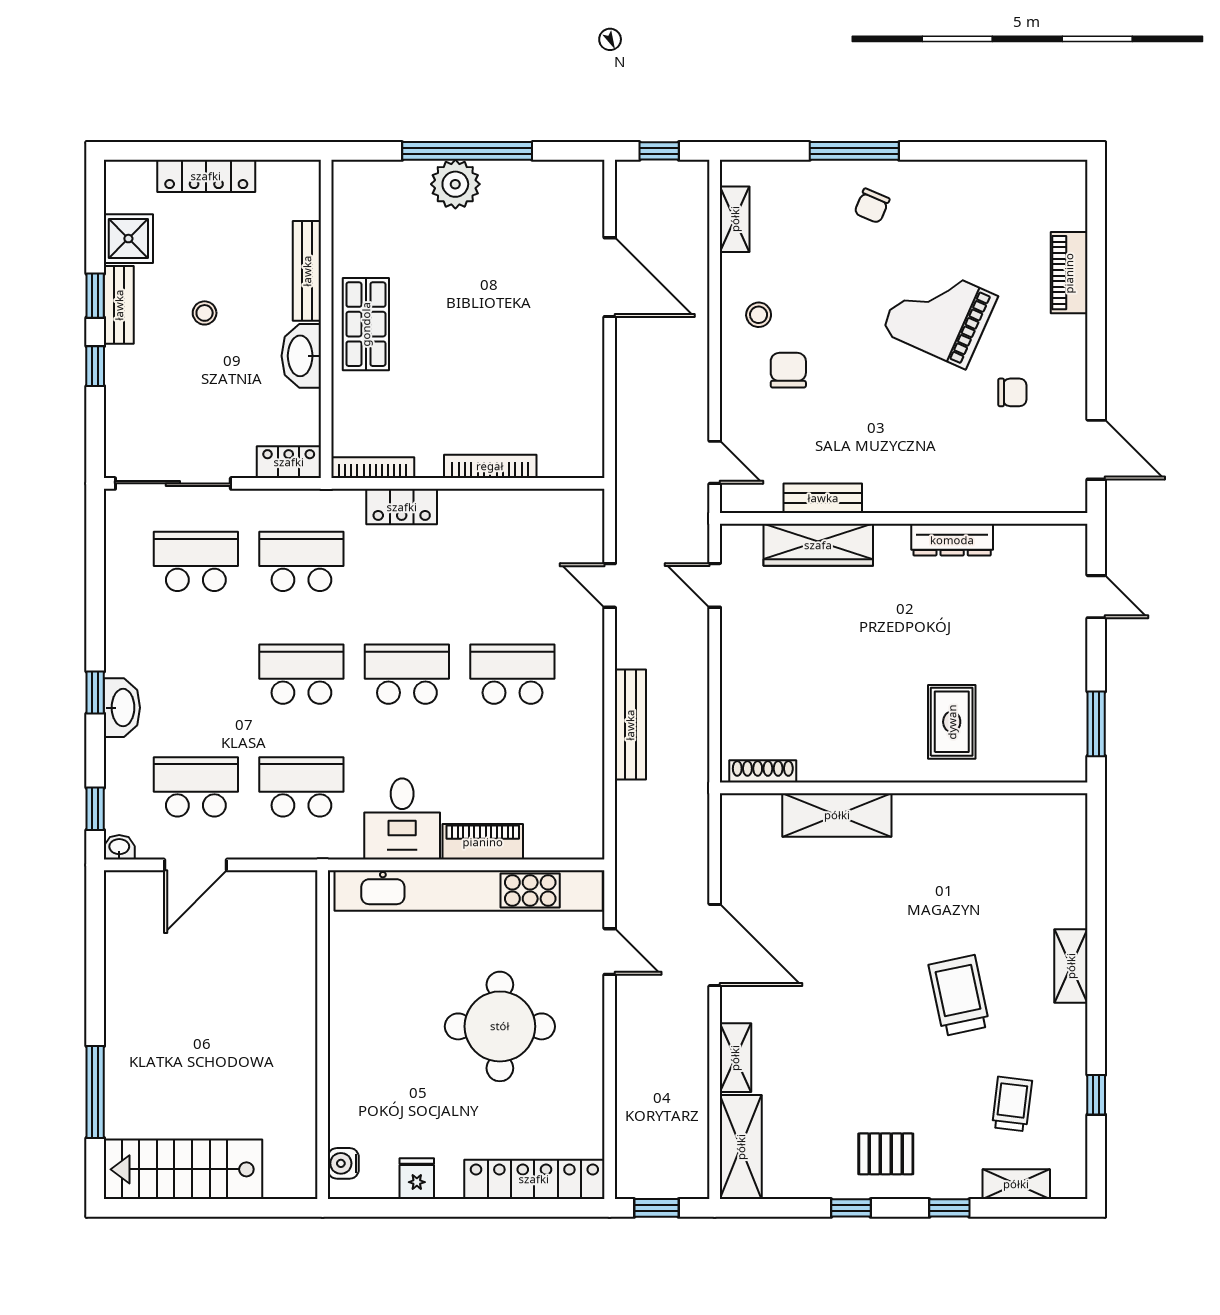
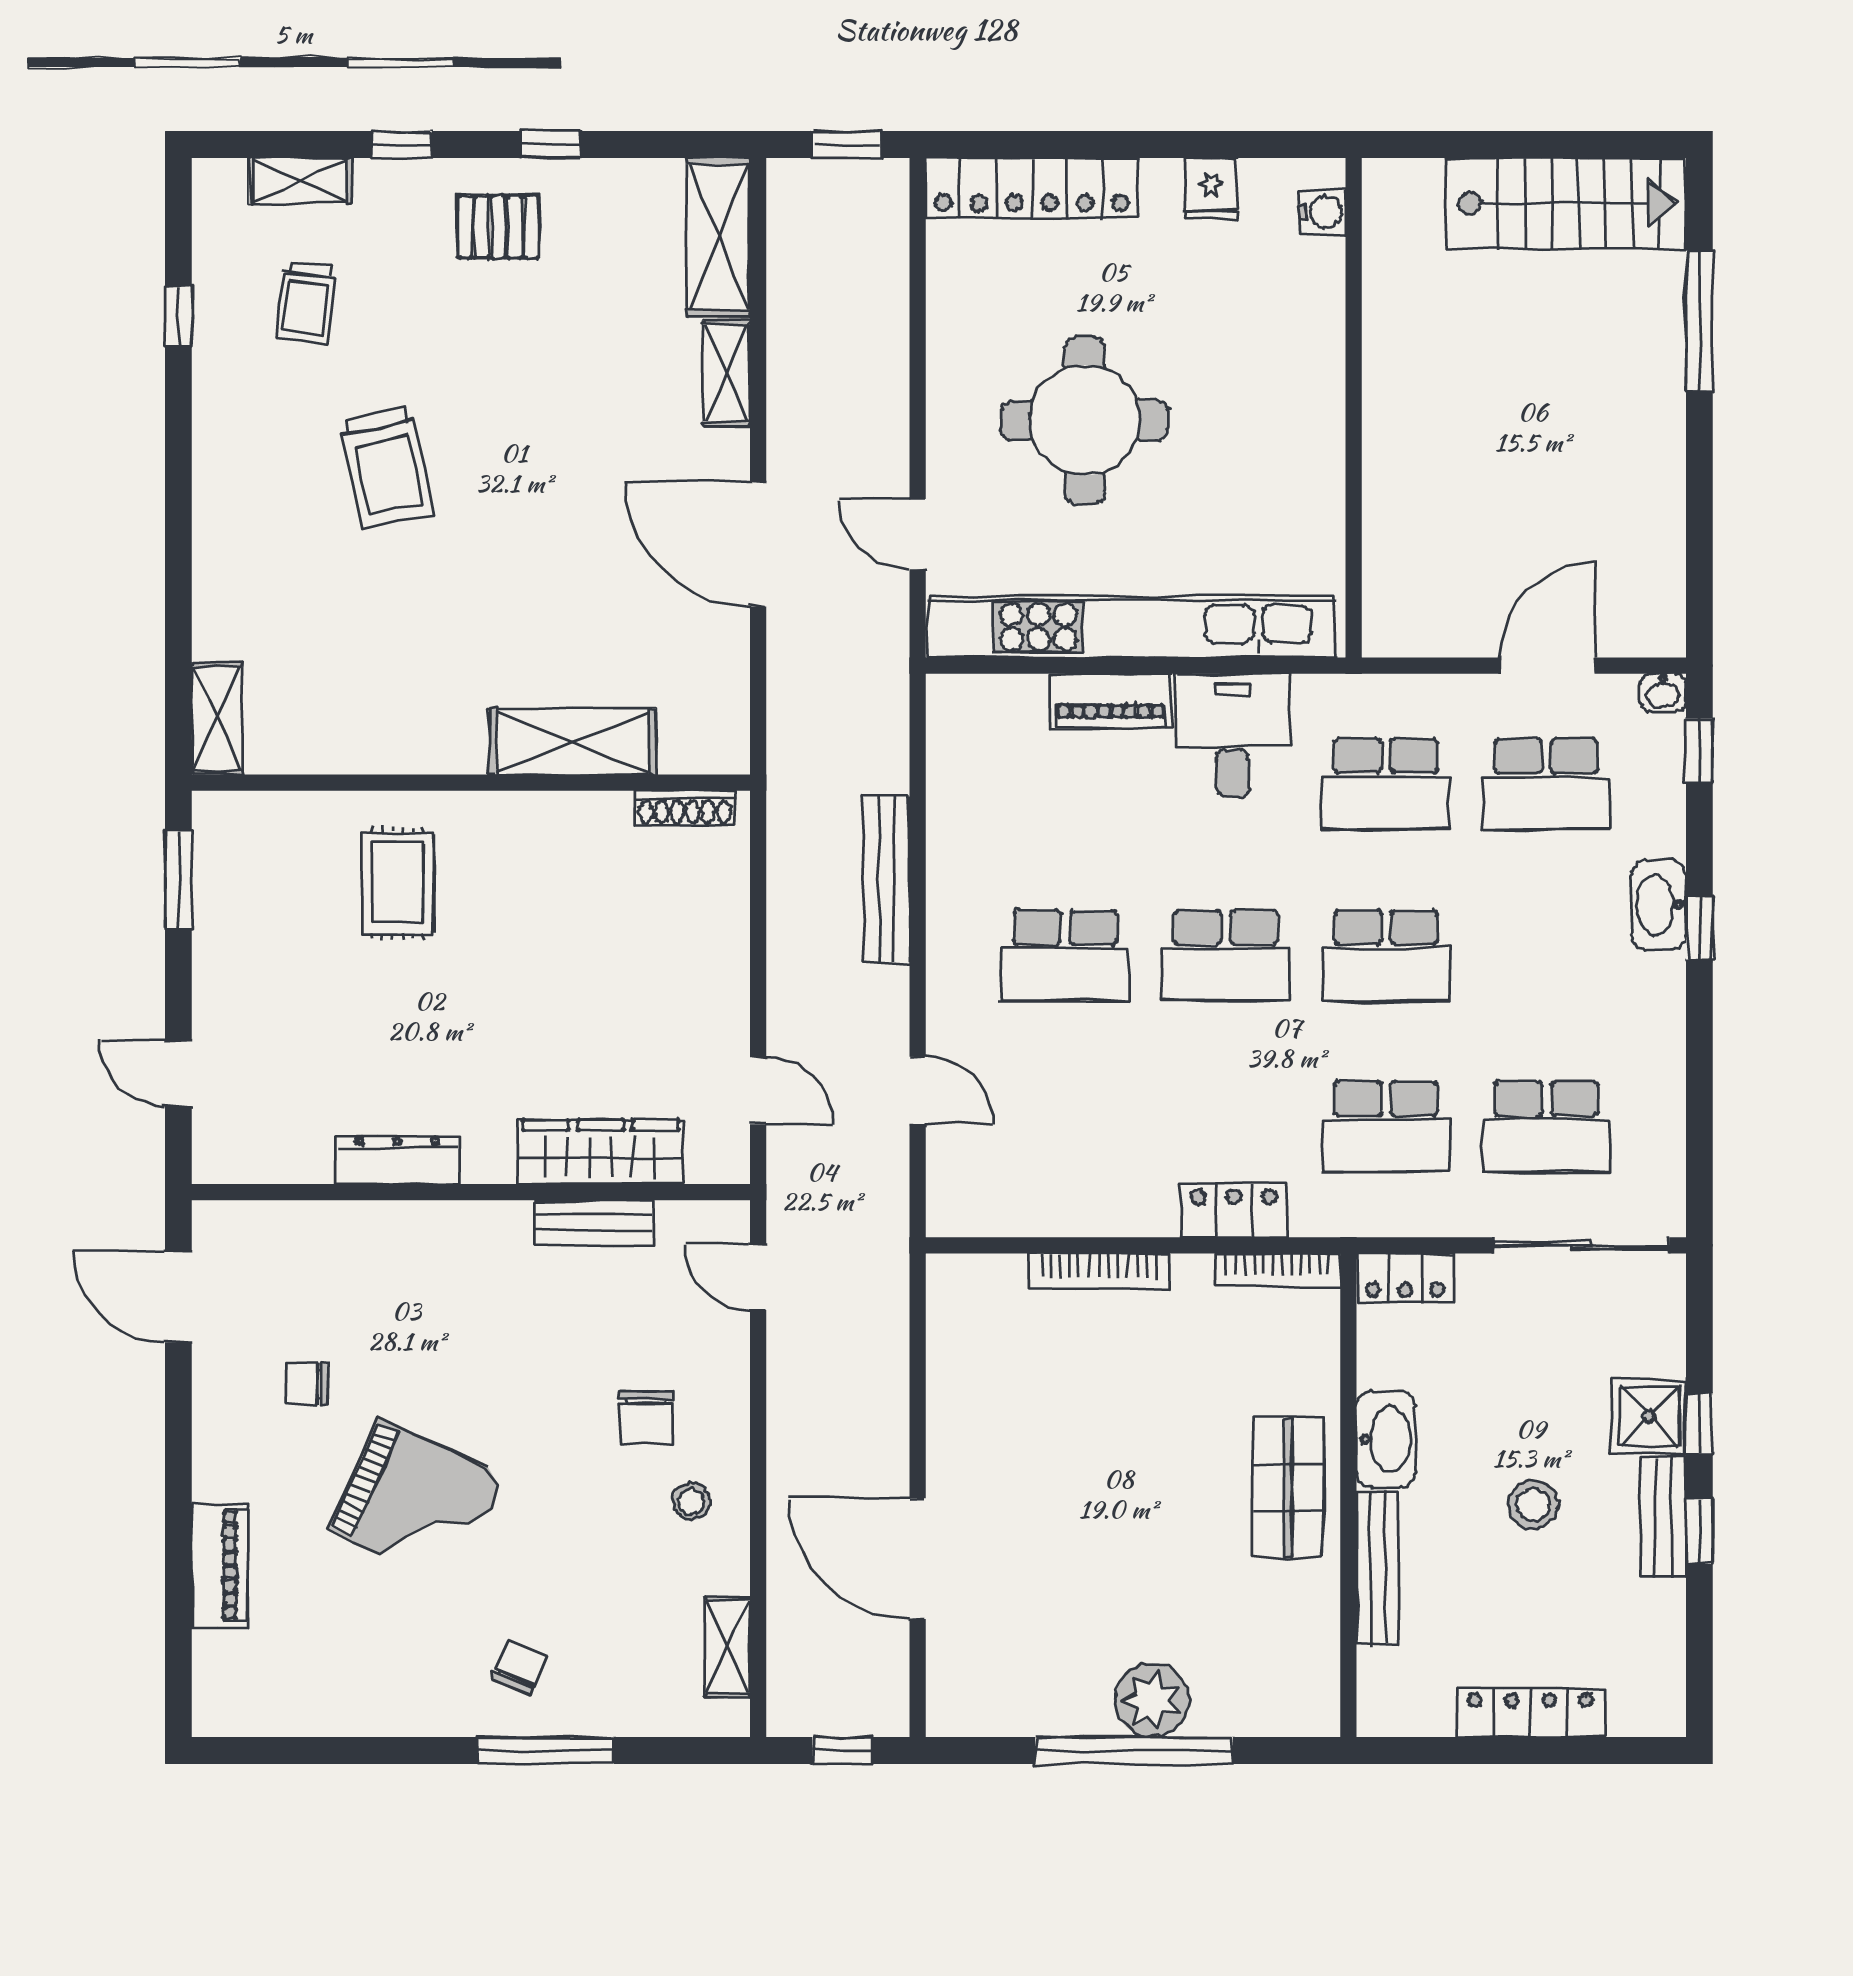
shower: (128, 239) -> (1649, 1416), moved
stool: (205, 313) -> (1533, 1504), width x1.37, depth x1.37
shelving: (1071, 966) -> (217, 719), moved

